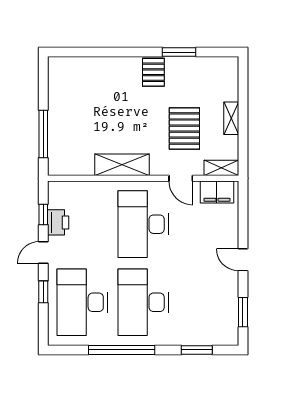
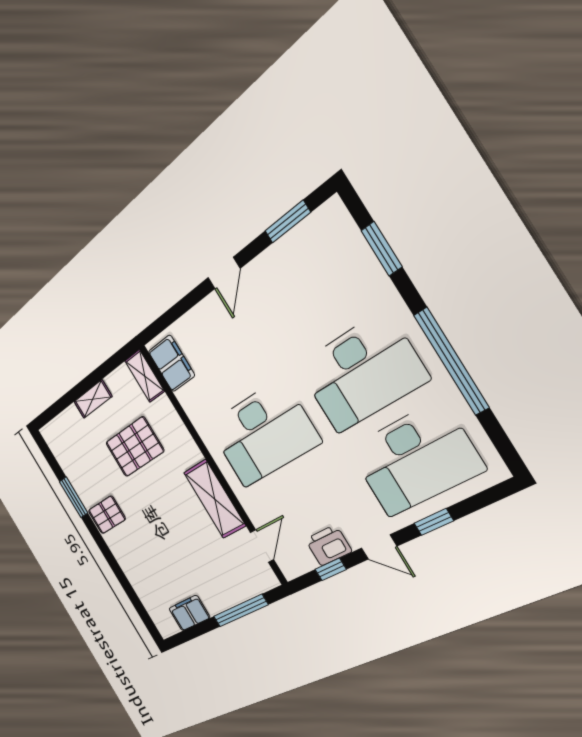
filing cabinet: (58, 92) -> (189, 613), added
door: (181, 178) -> (262, 546), moved

